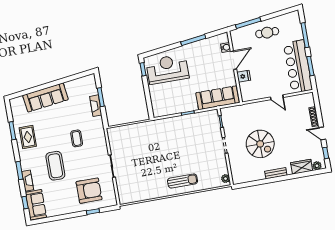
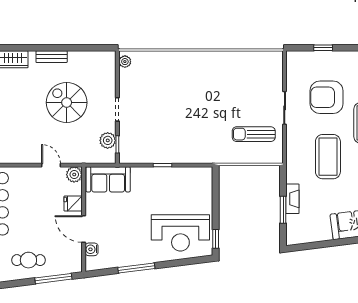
door: (234, 60) -> (84, 229), hinge flipped
plant: (246, 96) -> (74, 174), added
door: (277, 97) -> (51, 165), moved
sofa: (217, 98) -> (108, 179), width x0.73
plant: (228, 123) -> (108, 140), added
coffee table: (77, 138) -> (328, 157), width x1.86, depth x1.72
sun lounger: (183, 181) -> (254, 134), moved
armchair: (89, 191) -> (327, 97), moved

